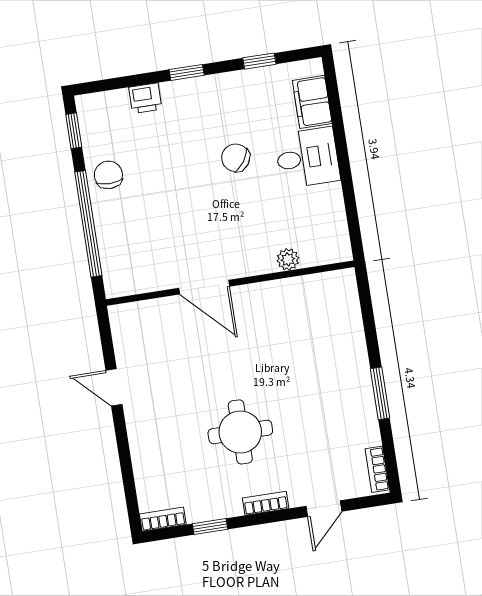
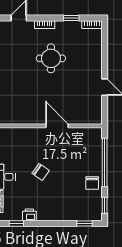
window: (187, 72) -> (84, 224), moved
printer: (145, 98) -> (29, 215), moved
chair: (236, 158) -> (41, 172), moved
plant: (288, 259) -> (17, 132), removed

